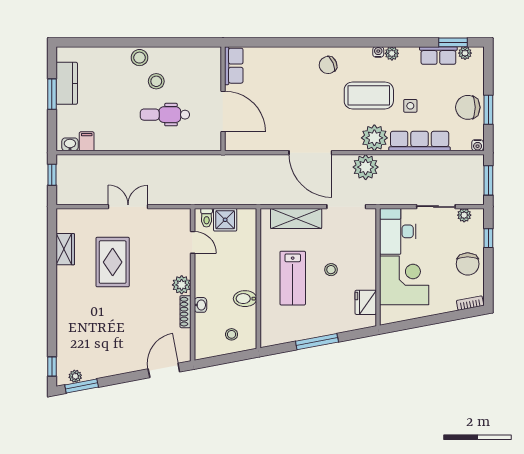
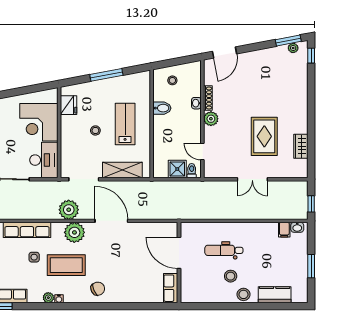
kitchen counter: (67, 83) -> (275, 295), moved, turned 90
dental chair: (165, 115) -> (224, 250), turned 180
plant: (374, 138) -> (74, 232), moved

